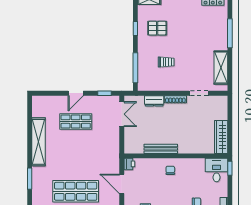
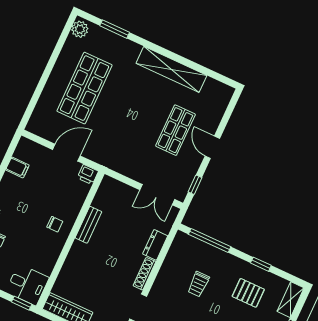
pallet: (157, 28) -> (248, 293), turned 90
bench: (161, 149) -> (88, 225), width x0.73
window: (30, 179) -> (115, 29), moved

